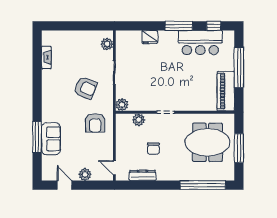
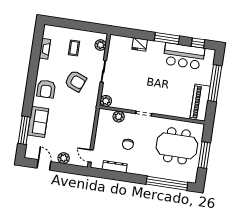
coffee table: (78, 52) -> (74, 48), added
armchair: (95, 123) -> (46, 89), moved
window: (37, 137) -> (24, 130), moved

